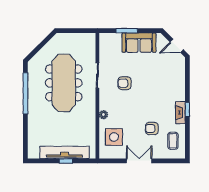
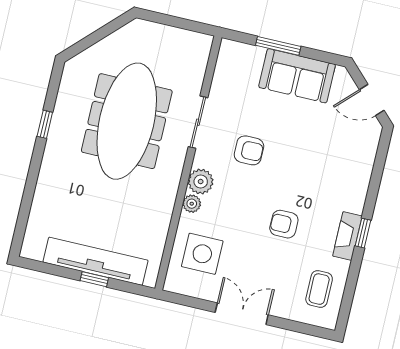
armchair: (125, 83) -> (249, 150), turned 180
window: (25, 93) -> (45, 124), width x0.32
plant: (105, 103) -> (201, 182), added
armchair: (152, 129) -> (284, 224), moved

